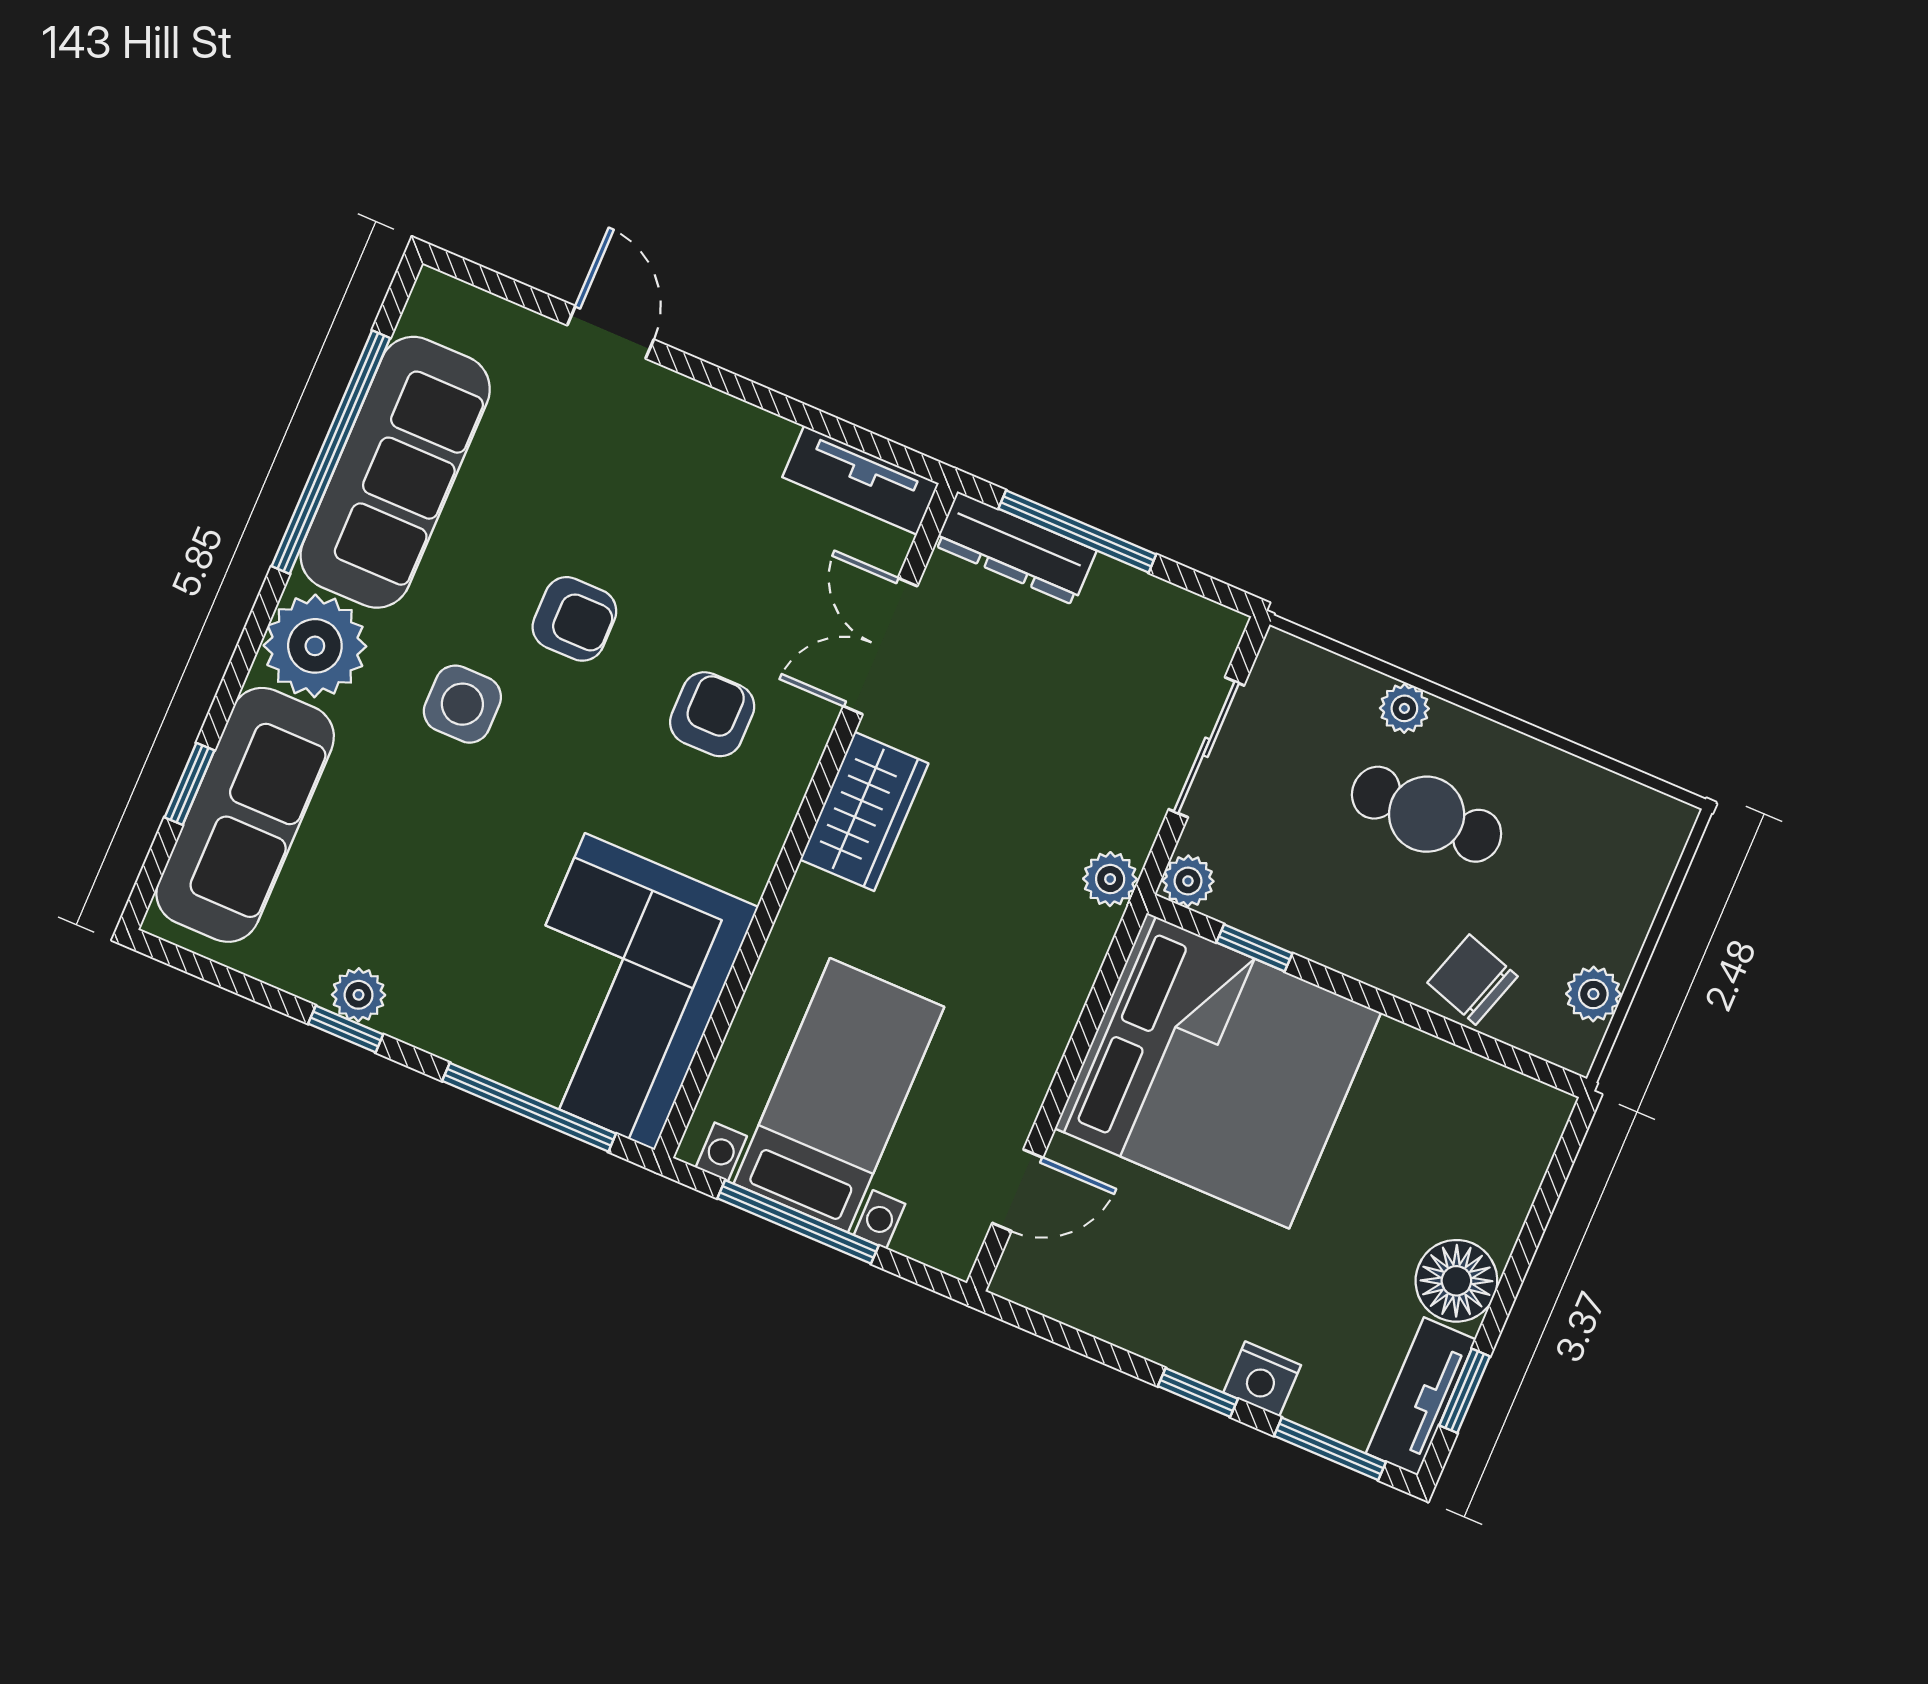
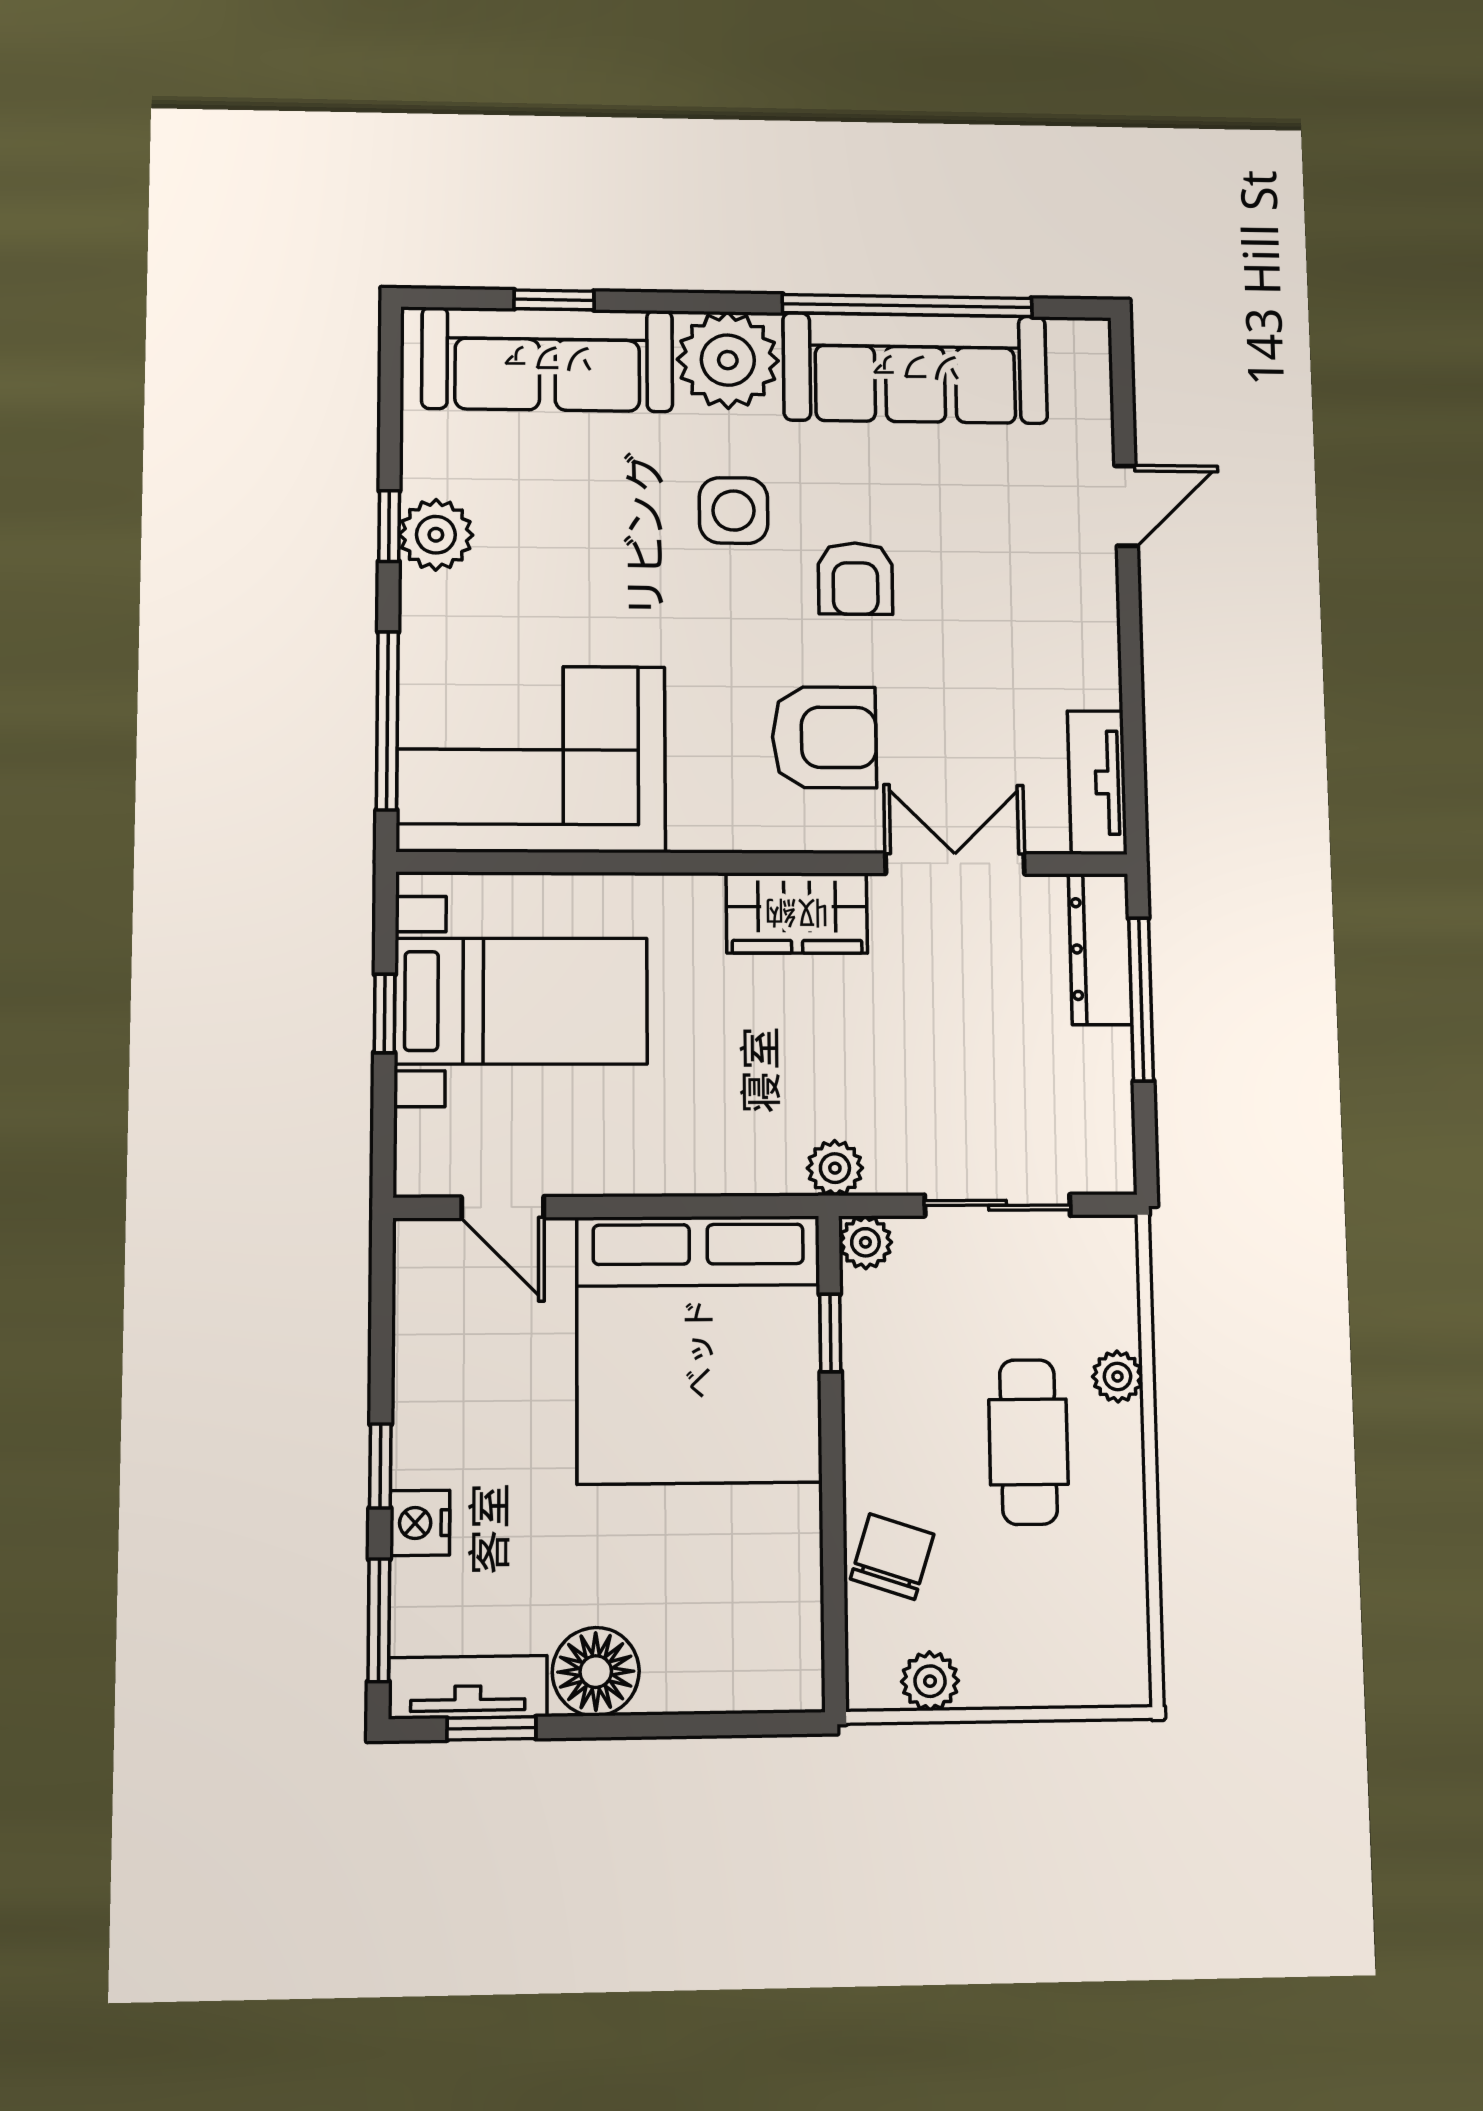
armchair: (712, 714) -> (824, 737), width x1.38, depth x1.38
plant: (359, 995) -> (436, 535), width x1.38, depth x1.38
window: (798, 1222) -> (385, 1013), width x0.46

